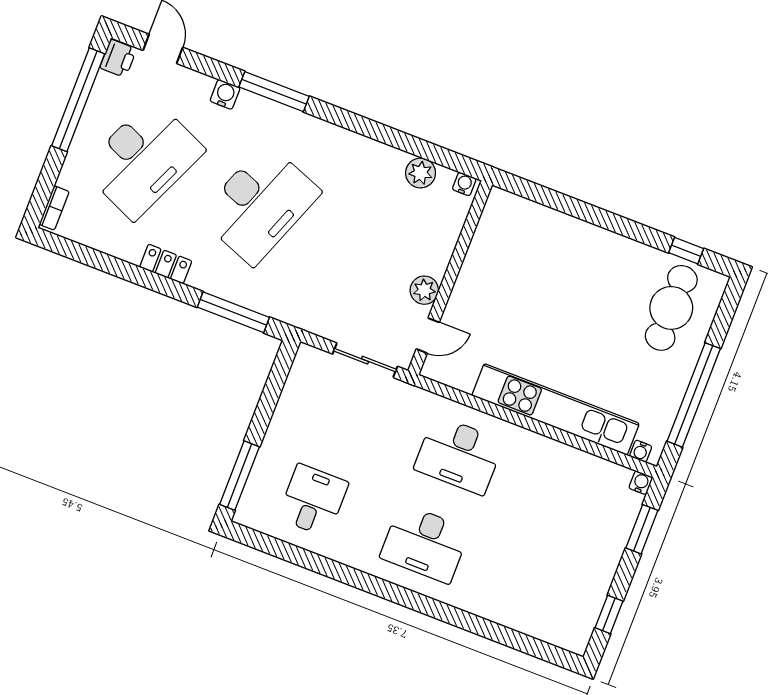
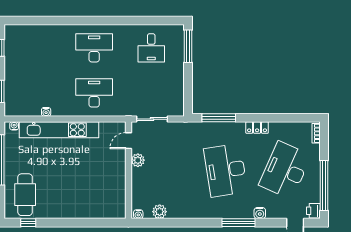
desk: (260, 204) -> (226, 170), turned -30
water cooler: (641, 483) -> (46, 112), moved

